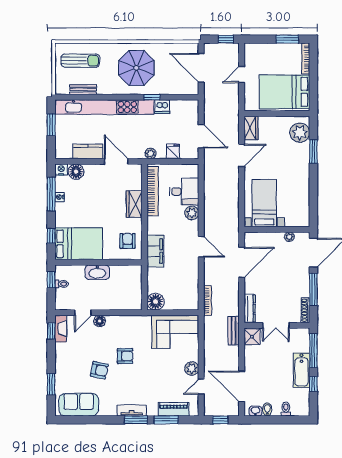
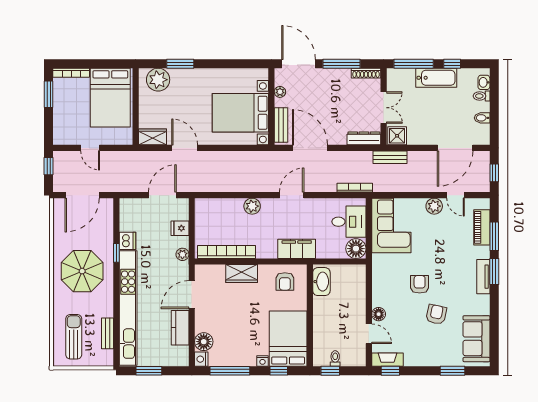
desk: (184, 192) -> (349, 222), moved, turned 90
nightstand: (60, 197) -> (263, 361), moved
bed with nightstands: (264, 203) -> (240, 113), width x1.36
bench: (261, 238) -> (281, 125), added
armchair: (127, 241) -> (285, 281), turned -90
washbasin: (97, 272) -> (321, 282), moved
washbasin: (255, 411) -> (484, 82), moved

